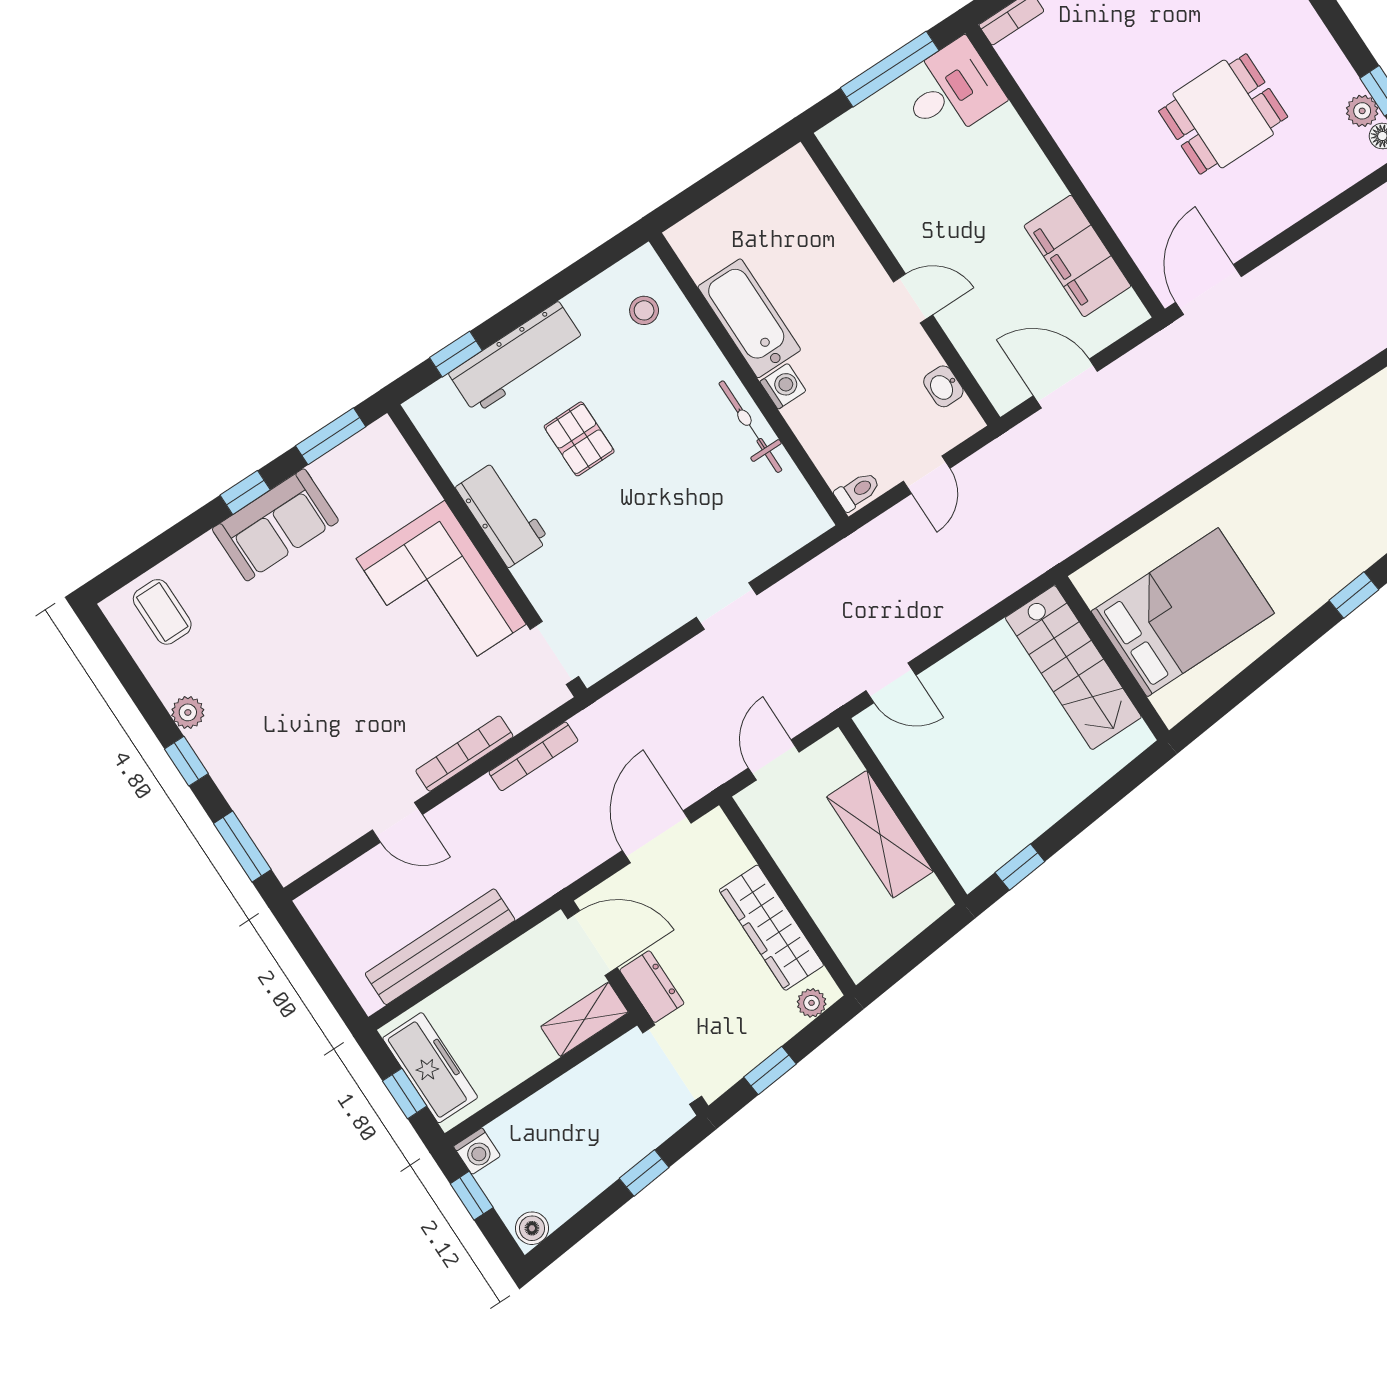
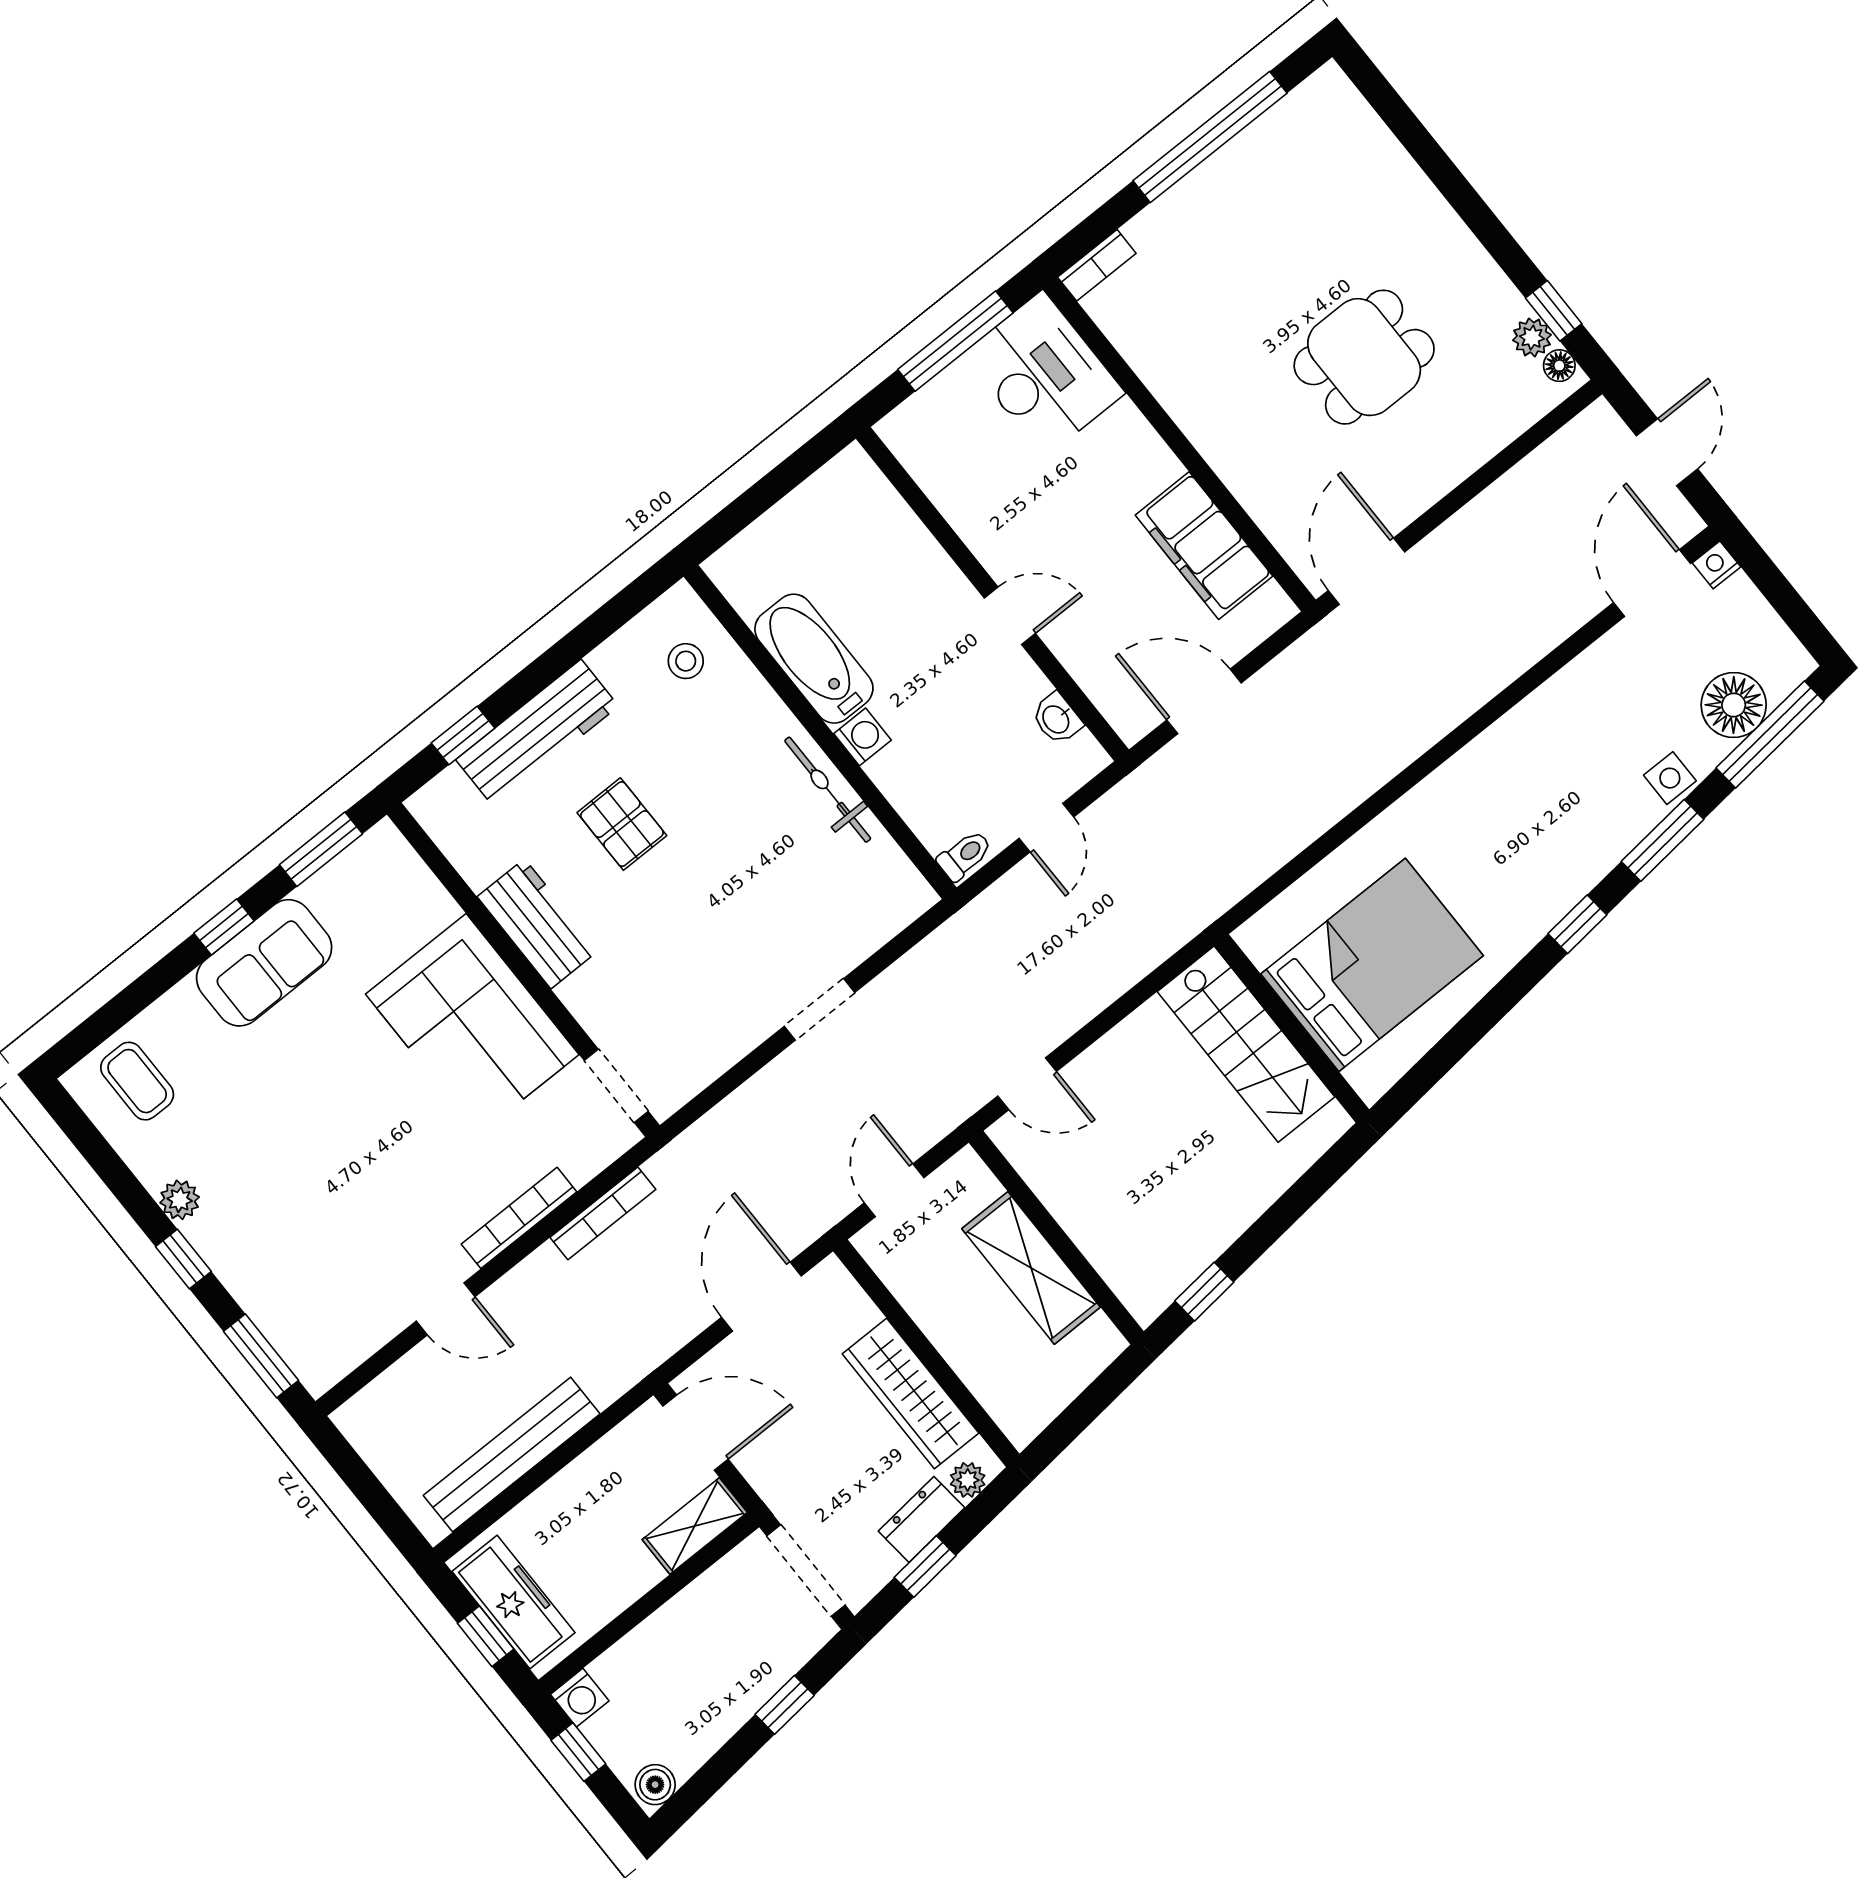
desk: (951, 90) -> (1044, 374), width x1.37
dresser: (652, 987) -> (921, 1519), moved, turned -96

